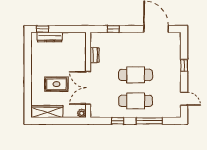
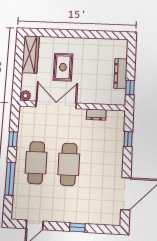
window: (43, 29) -> (130, 88), moved
dresser: (50, 37) -> (121, 74), moved

